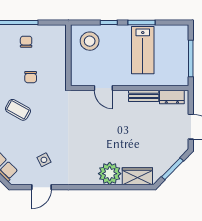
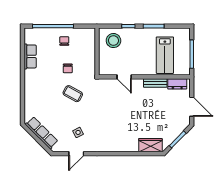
lab bench: (143, 50) -> (165, 55), moved
coffee table: (18, 110) -> (73, 94), moved
plant: (110, 174) -> (129, 143), removed

